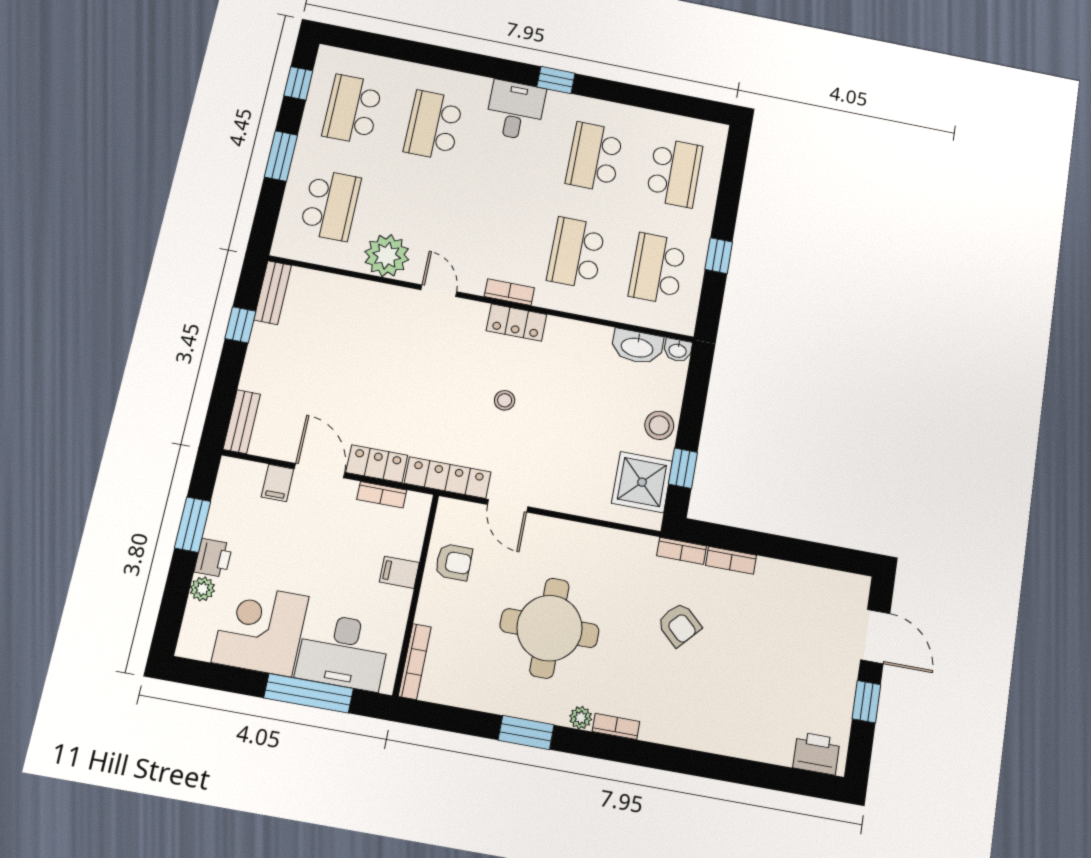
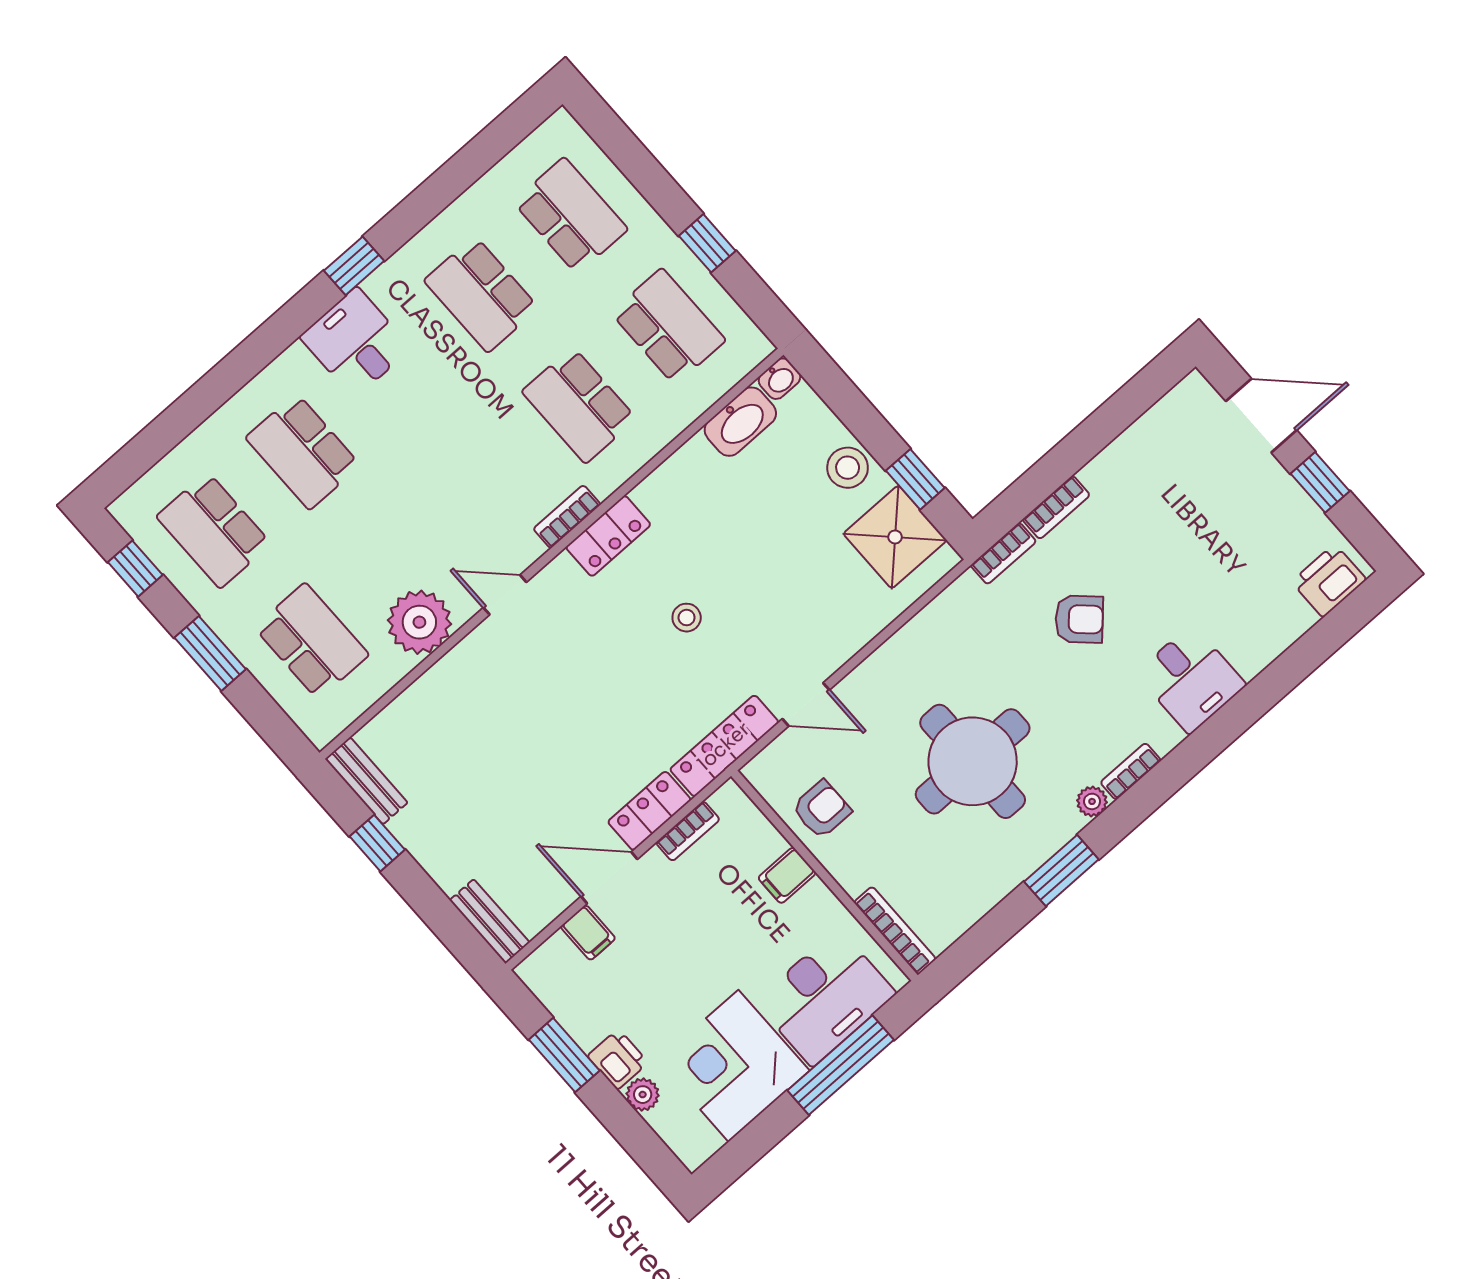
school desk: (657, 269) -> (668, 327), turned 180
desk: (697, 718) -> (1191, 679), added

